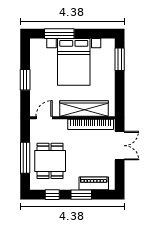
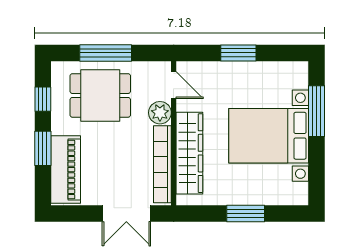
window: (120, 59) -> (246, 214), moved
plant: (60, 126) -> (160, 113), added
piano: (94, 183) -> (66, 170), width x1.37, depth x1.33

